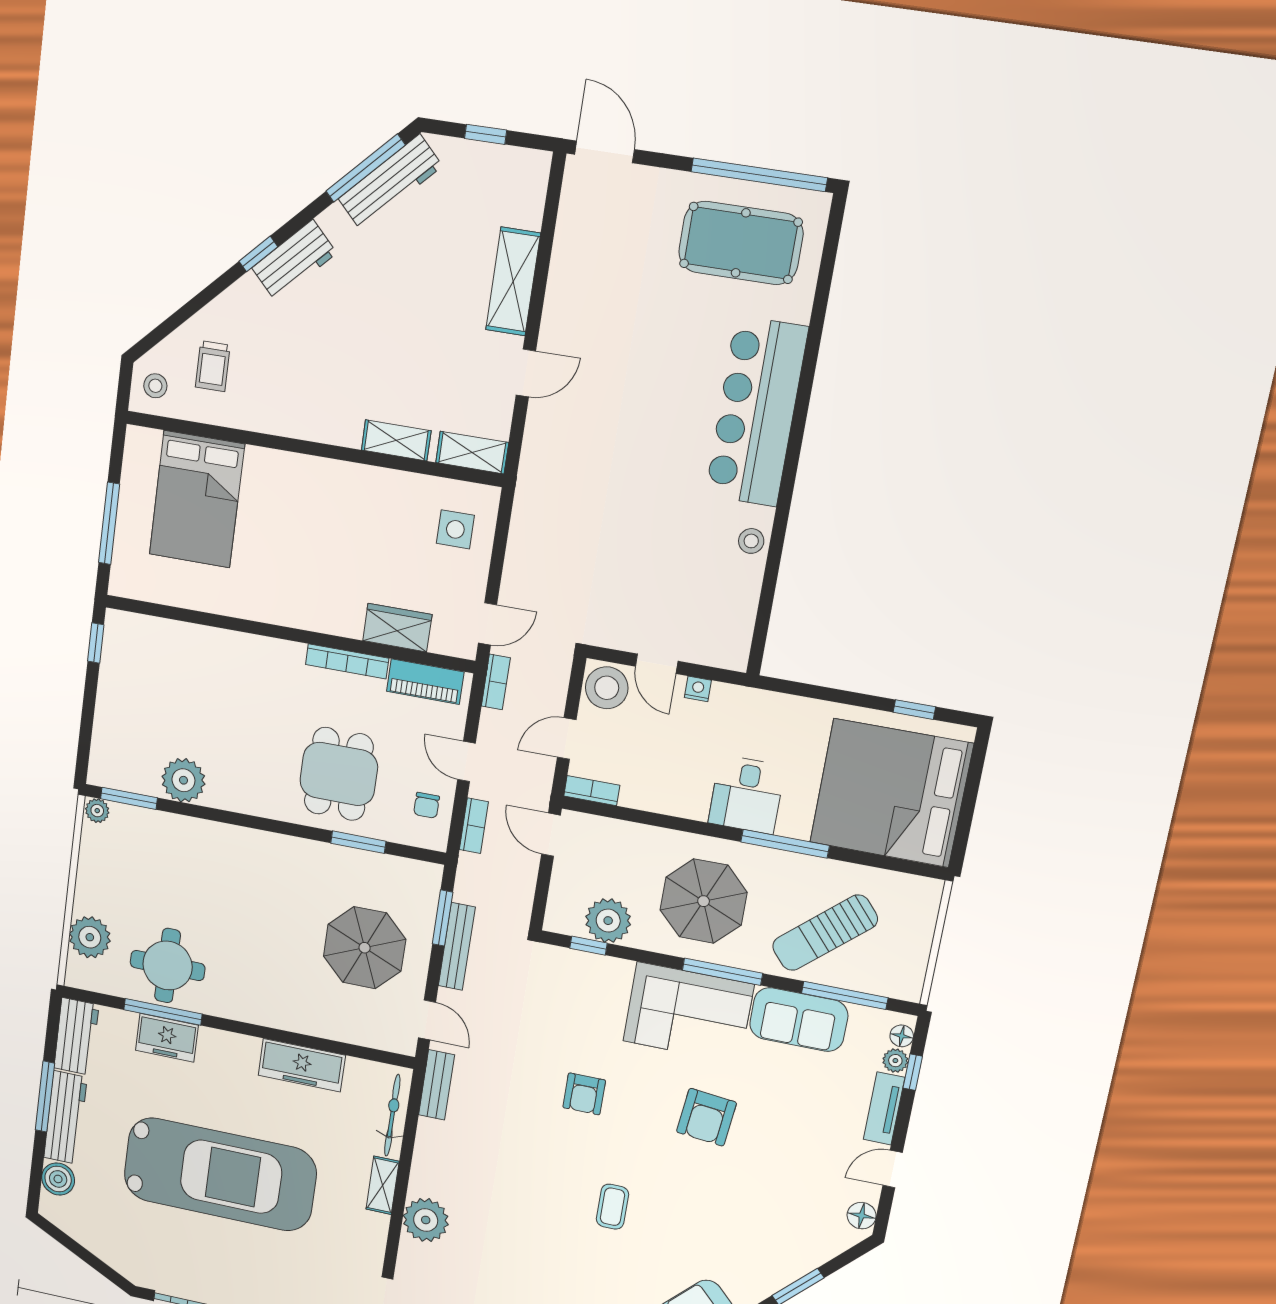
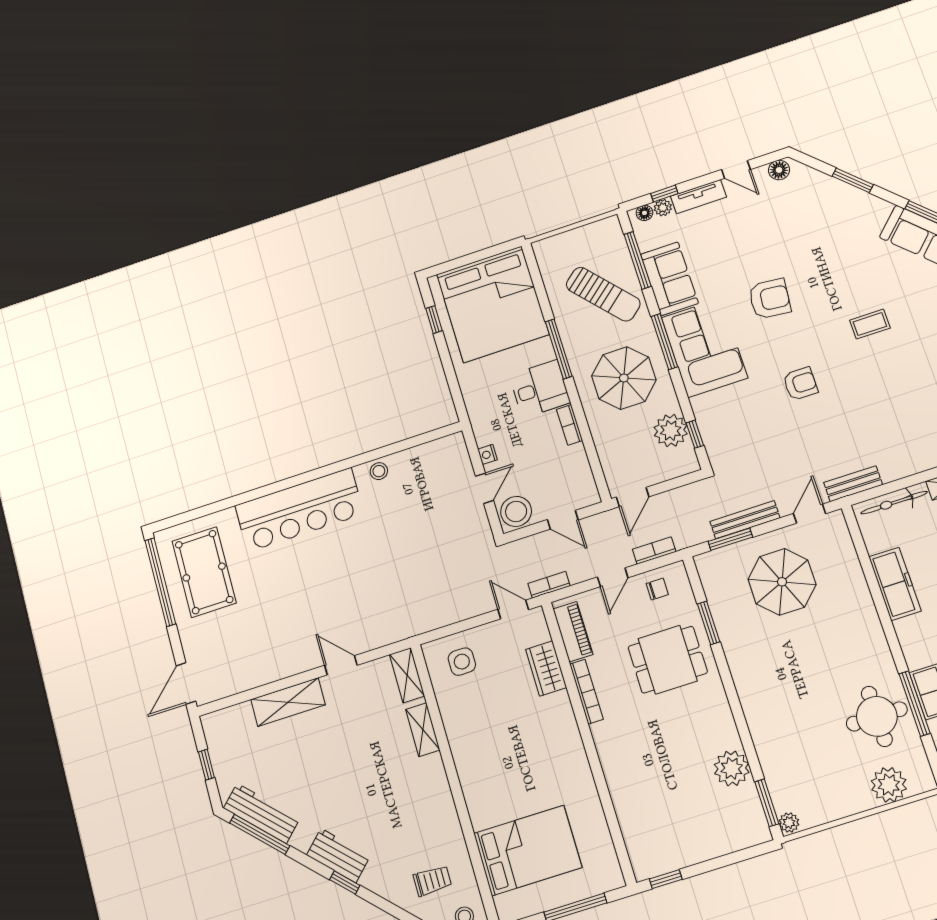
bookcase: (592, 791) -> (570, 425), moved

